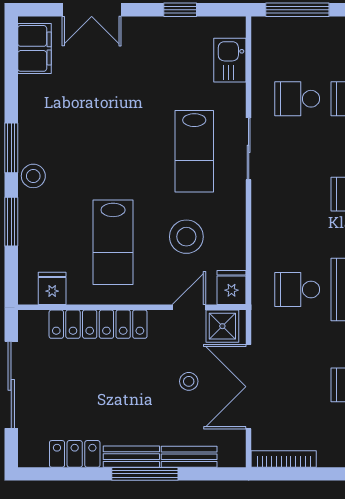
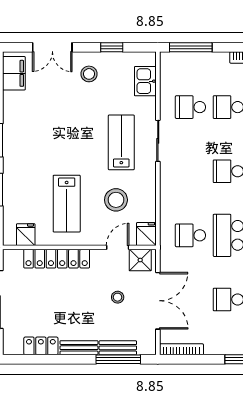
lab bench: (194, 151) -> (121, 142), turned 180
stool: (33, 176) -> (89, 74), moved
double door: (249, 387) -> (158, 301), swing flipped
window: (145, 474) -> (118, 359), moved

